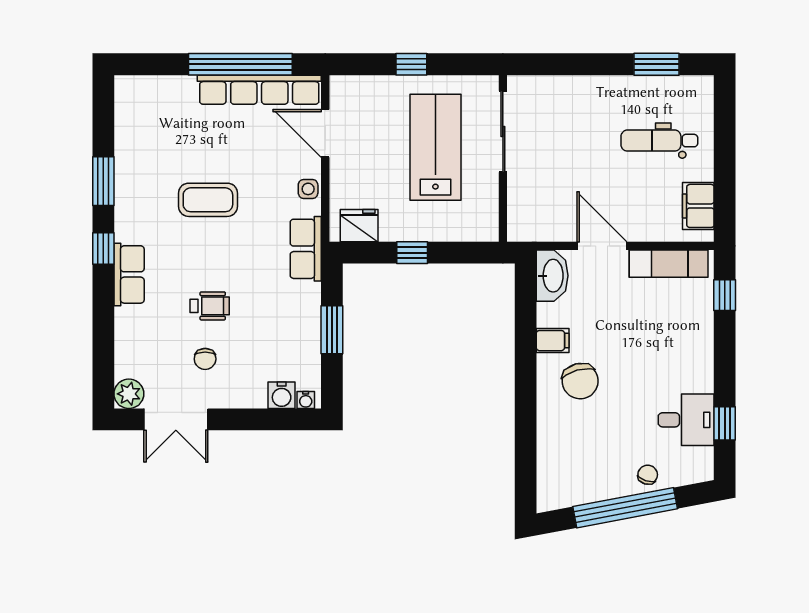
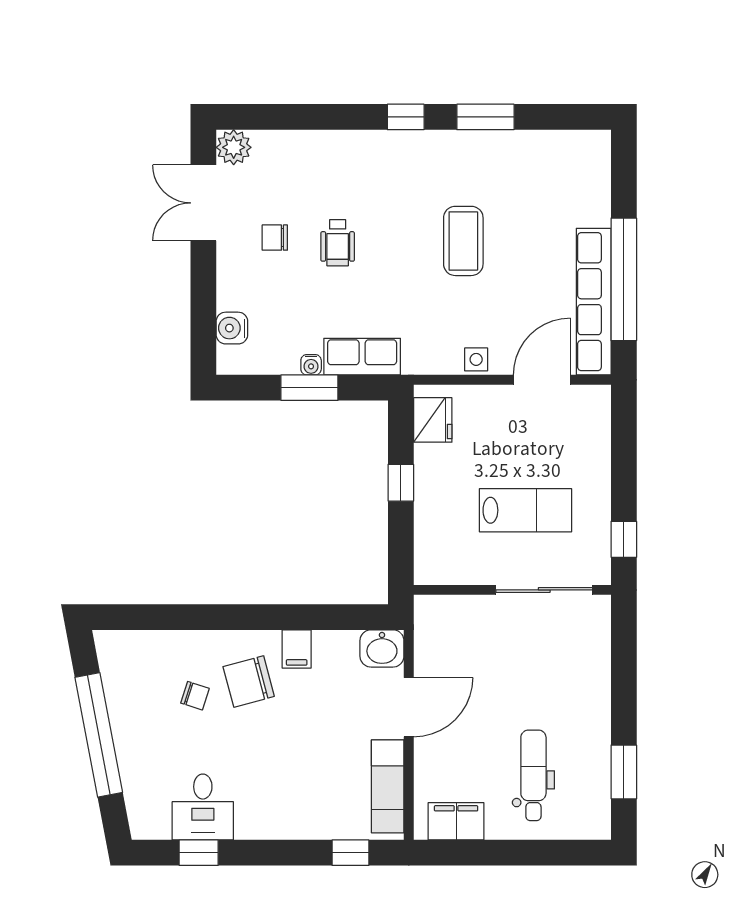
window: (411, 64) -> (624, 539), moved
lab bench: (435, 147) -> (526, 510), width x0.73, depth x0.72
row of seats: (306, 249) -> (362, 357), moved
row of seats: (129, 274) -> (375, 147), removed
washbasin: (552, 276) -> (382, 648), width x0.72
water cooler: (306, 400) -> (311, 365), moved, turned -90
chair: (648, 475) -> (195, 696), moved

